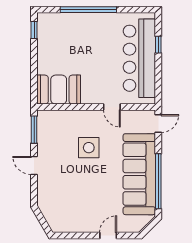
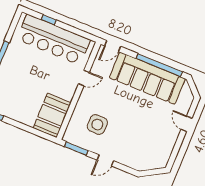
door: (158, 124) -> (113, 46), swing flipped
side table: (89, 148) -> (97, 125), moved

